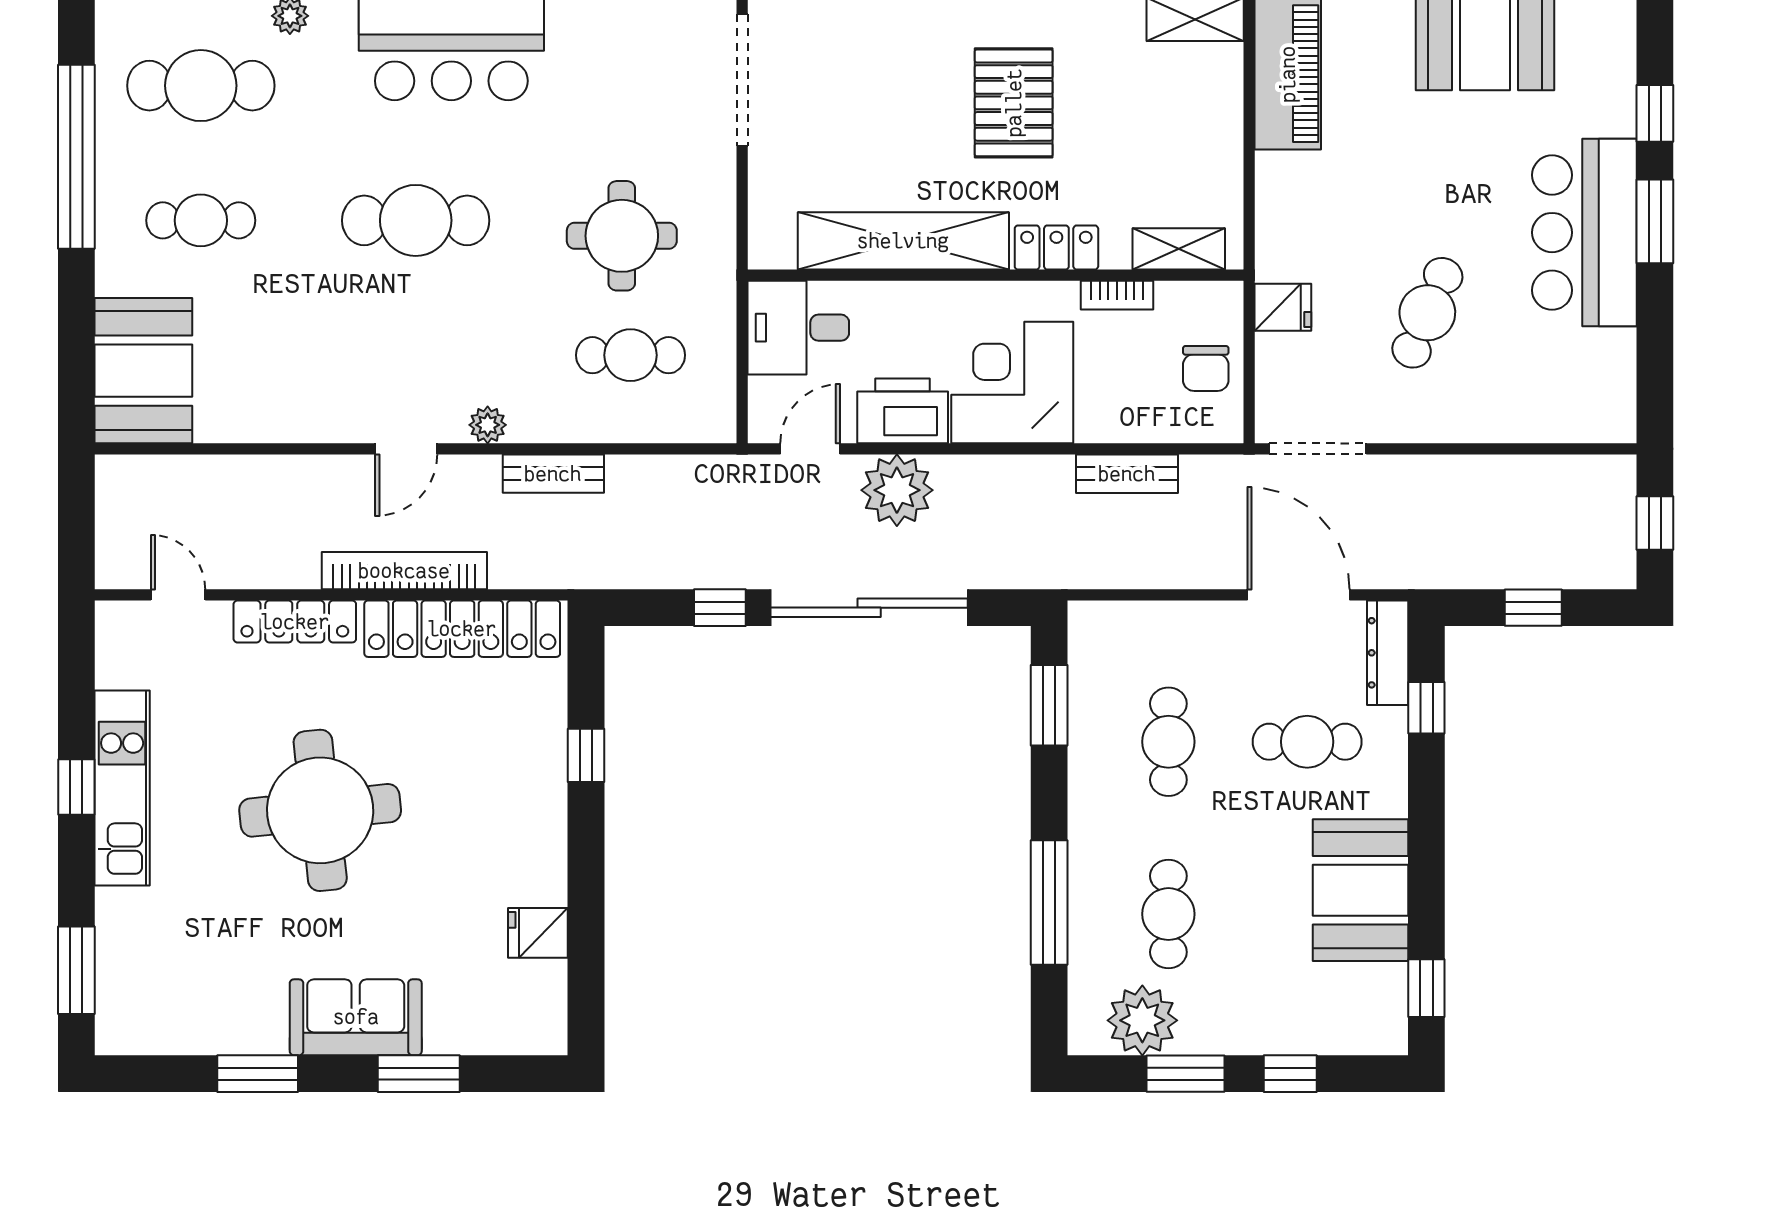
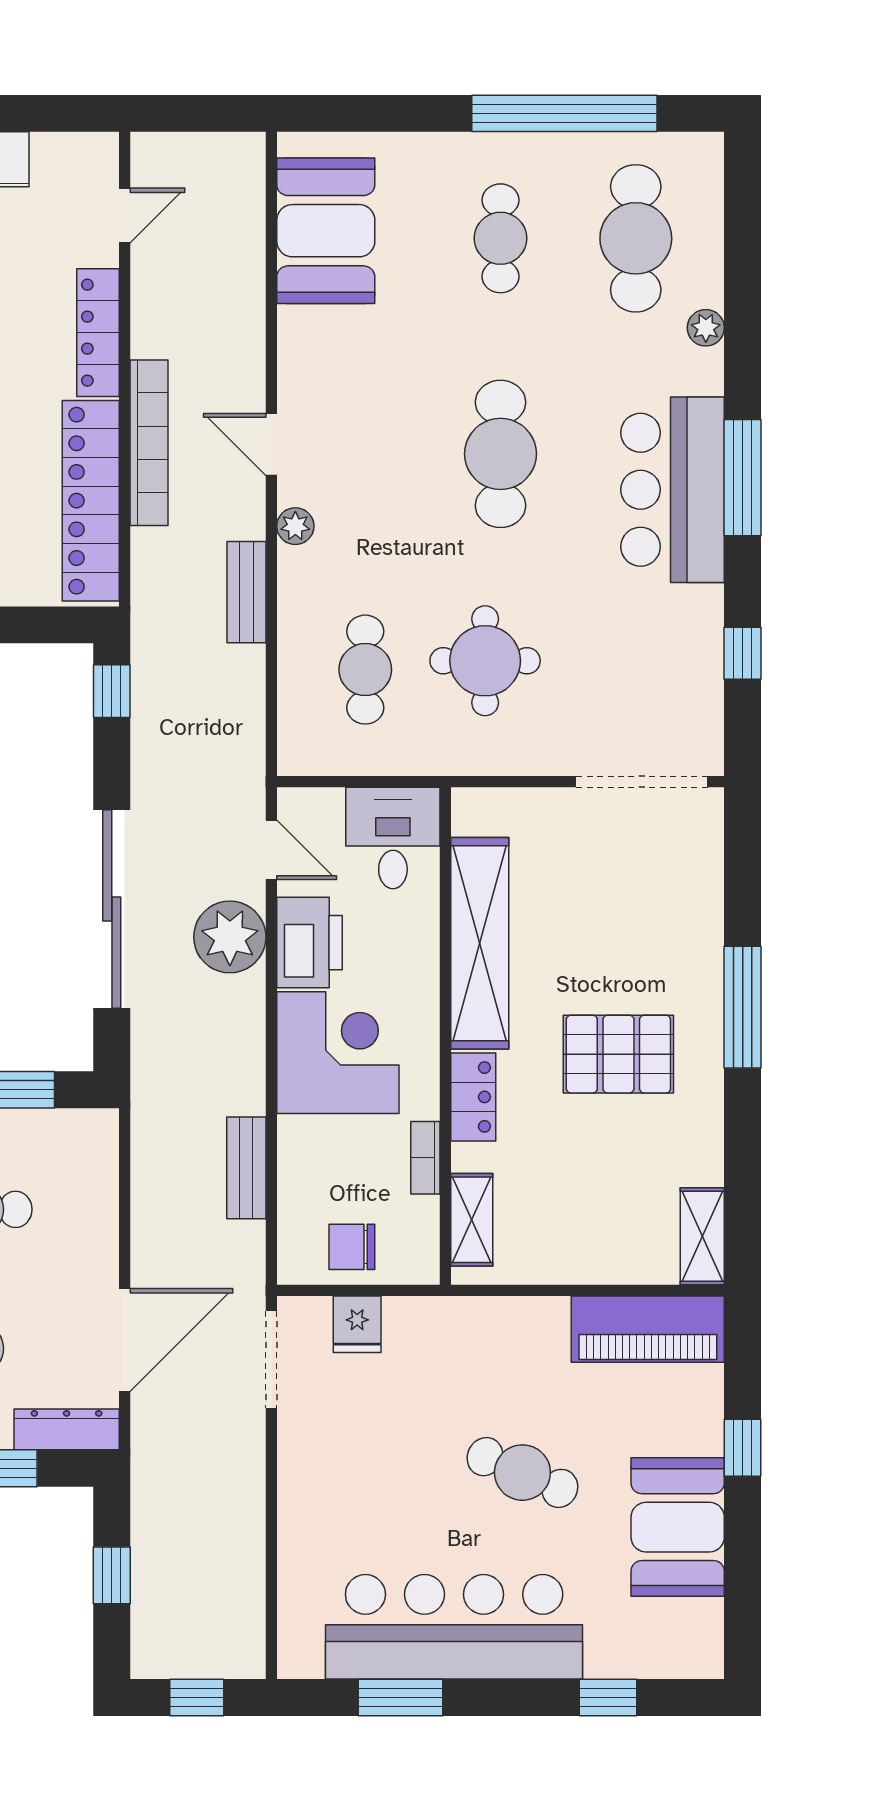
window: (1655, 221) -> (401, 1697), moved
bar counter: (1584, 233) -> (454, 1627), width x1.36
fridge: (1283, 307) -> (357, 1324), moved
cafe table: (1427, 313) -> (522, 1473), moved
booth: (143, 371) -> (326, 231), moved, turned 90
window: (720, 608) -> (112, 691), moved

